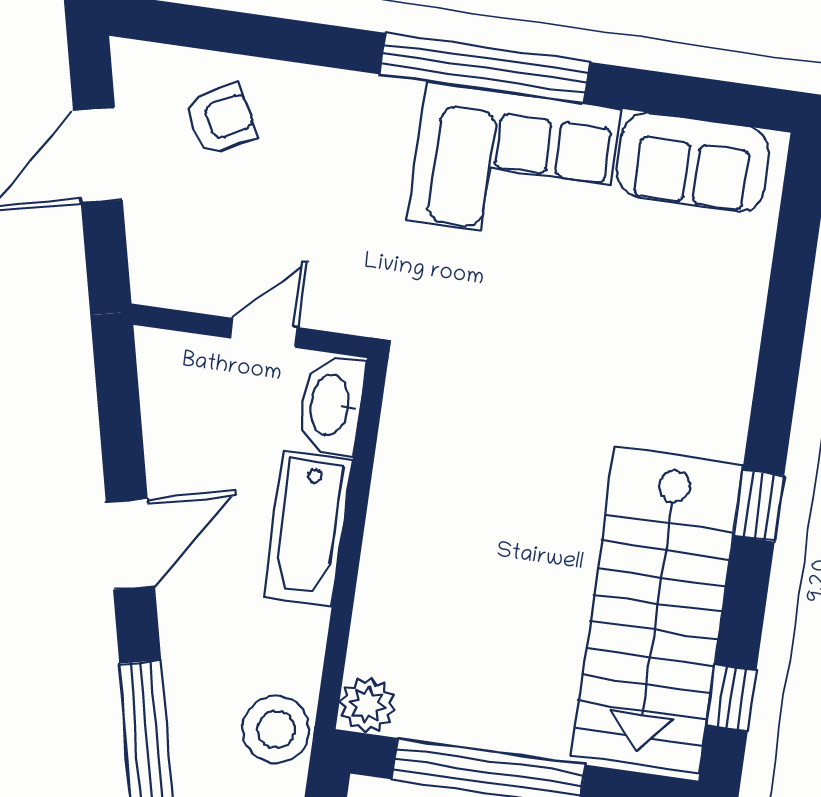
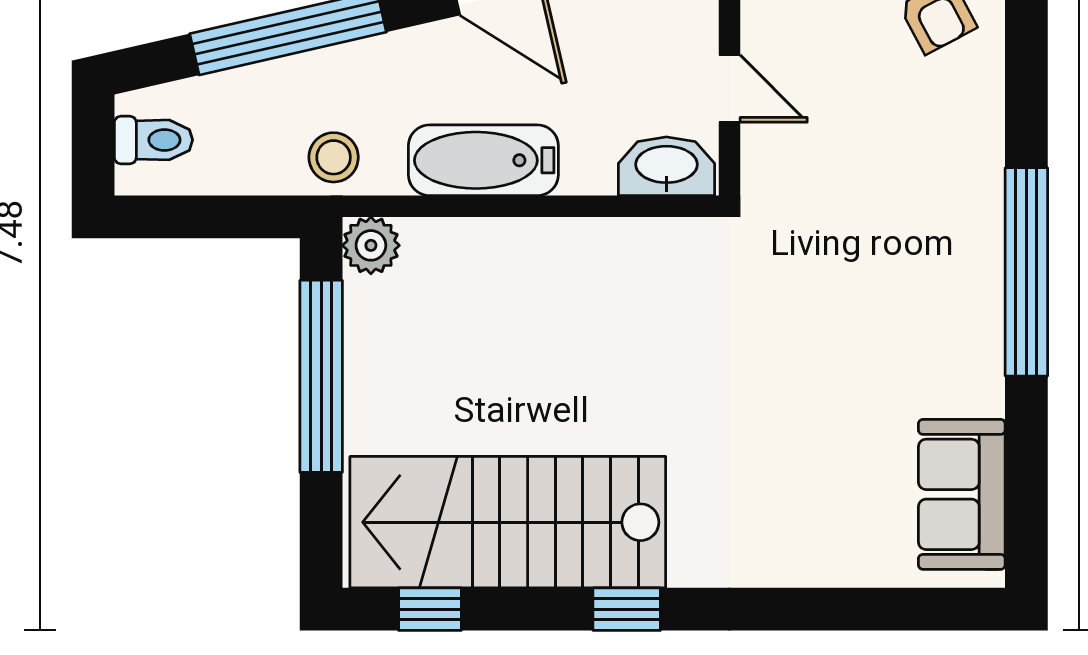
corner sofa: (514, 164) -> (934, 315), removed
bathtub: (308, 529) -> (483, 160), moved
stool: (276, 729) -> (334, 157), width x0.73, depth x0.73

